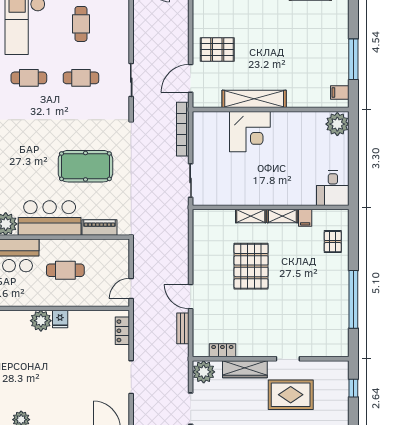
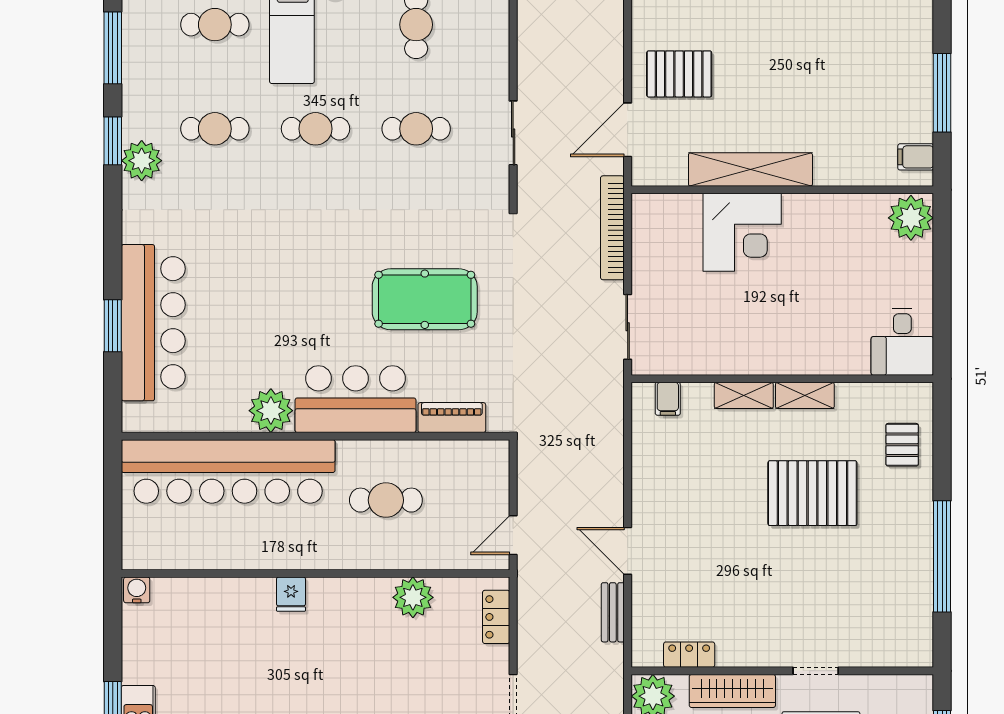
filing cabinet: (305, 218) -> (668, 399), moved
pallet: (251, 266) -> (812, 493), moved, turned 90
fridge: (60, 319) -> (291, 594), moved
plant: (41, 321) -> (413, 597), moved

